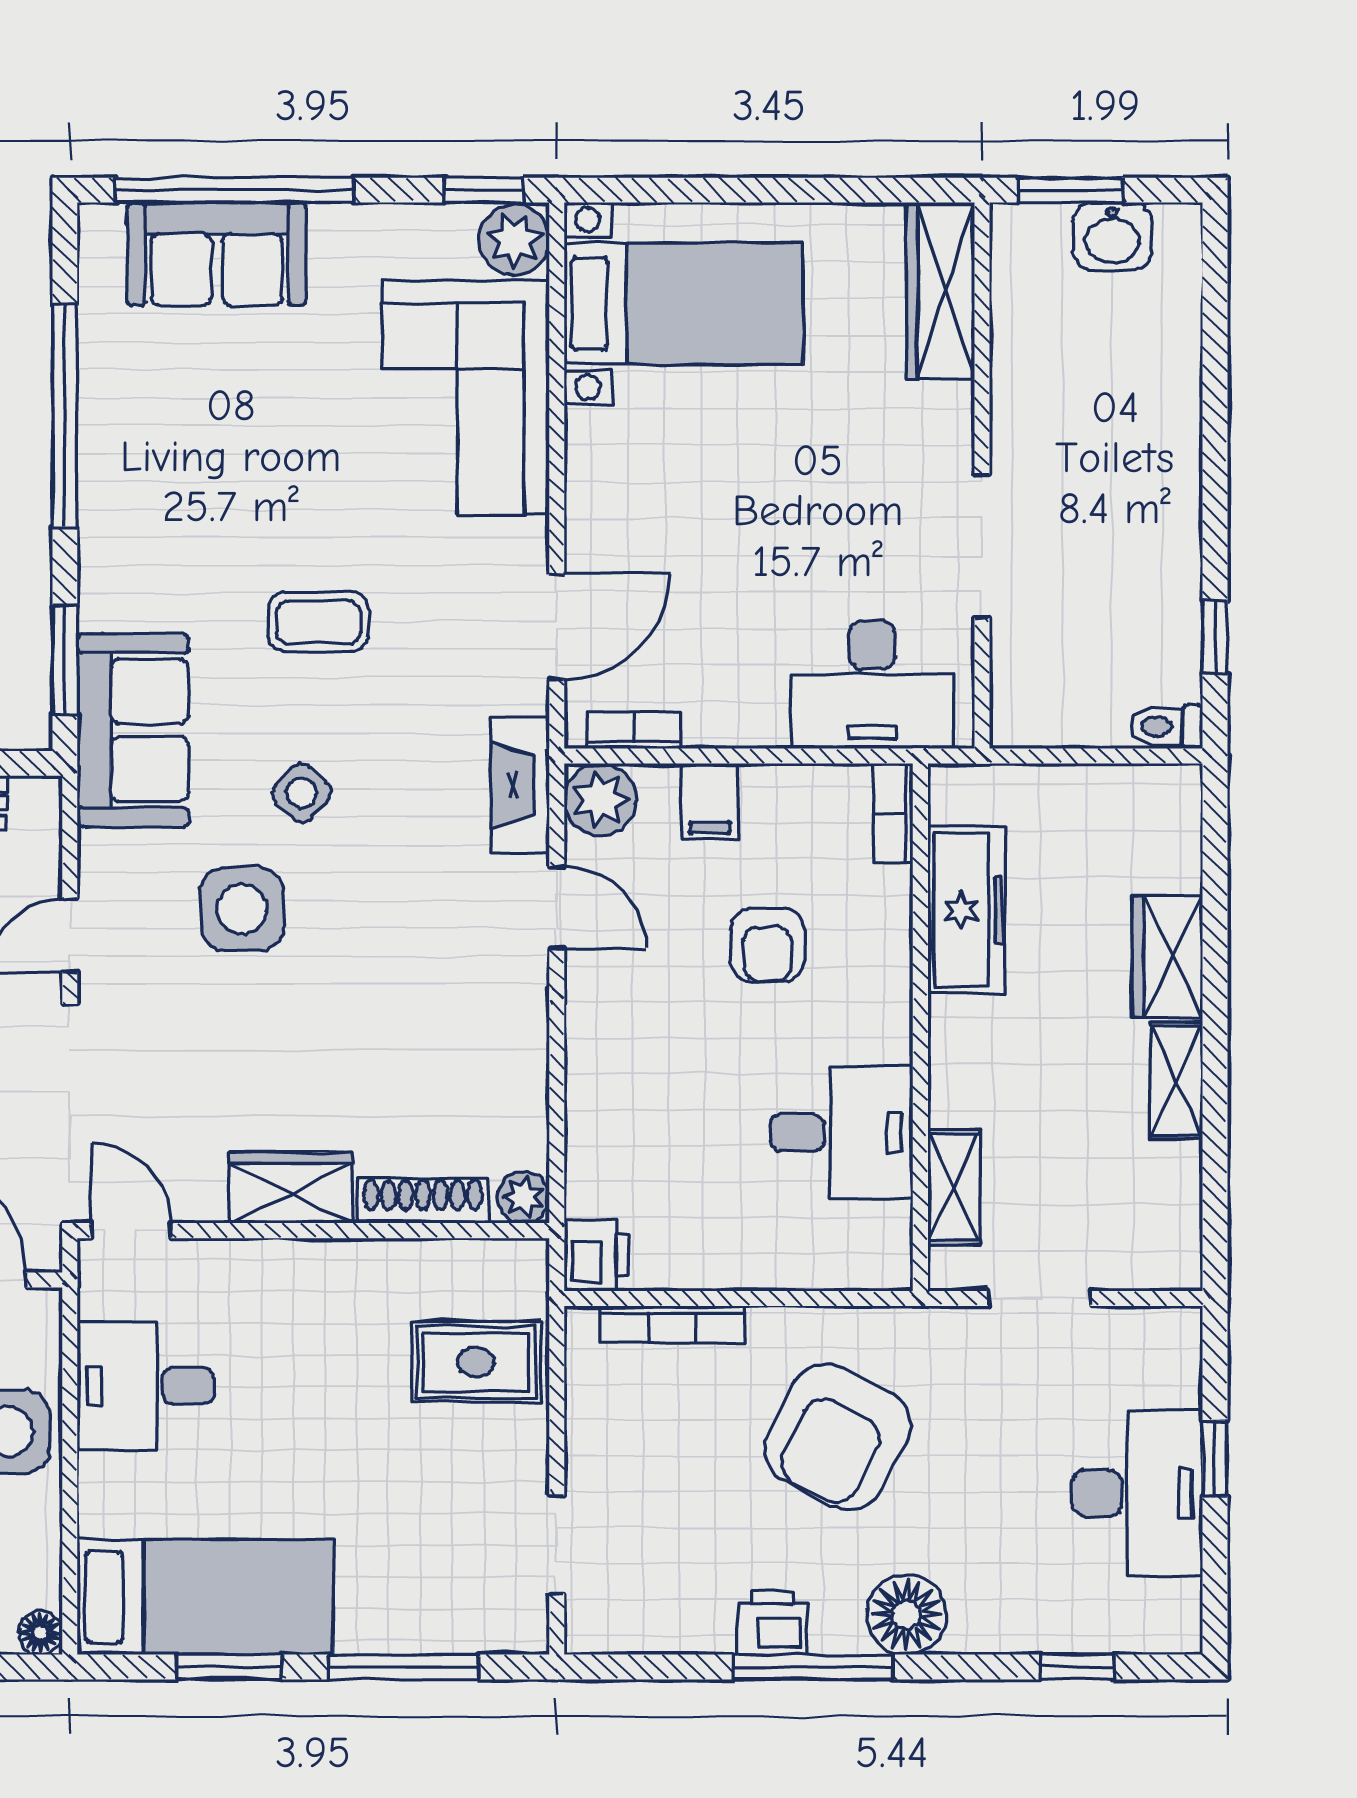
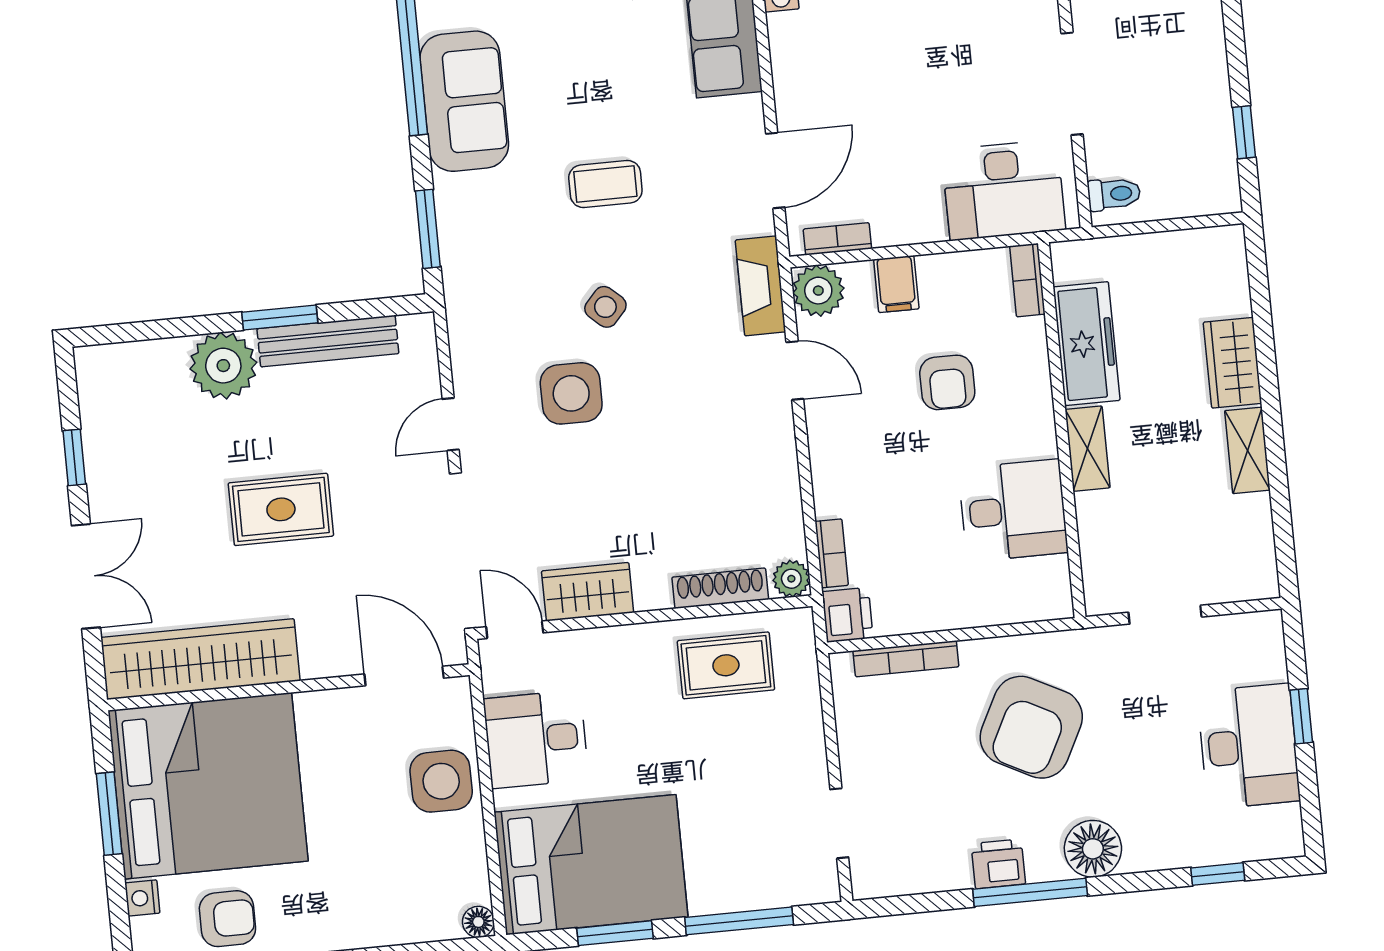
toilet: (1167, 726) -> (1114, 194), moved, turned 180
sofa: (133, 730) -> (464, 101), moved
bookcase: (583, 1167) -> (832, 553), added
shelving: (954, 1187) -> (1088, 449), moved
wardrobe: (291, 1188) -> (588, 592), moved
rug: (476, 1362) -> (726, 665), moved
bed: (205, 1597) -> (591, 865), width x1.50

